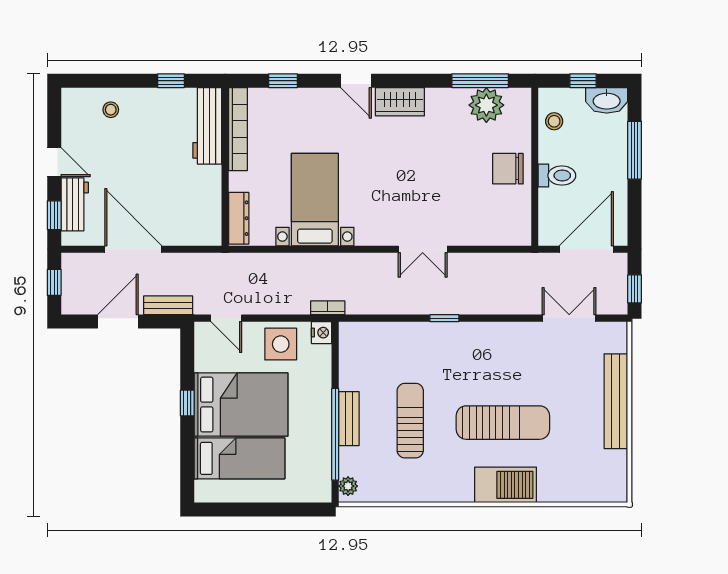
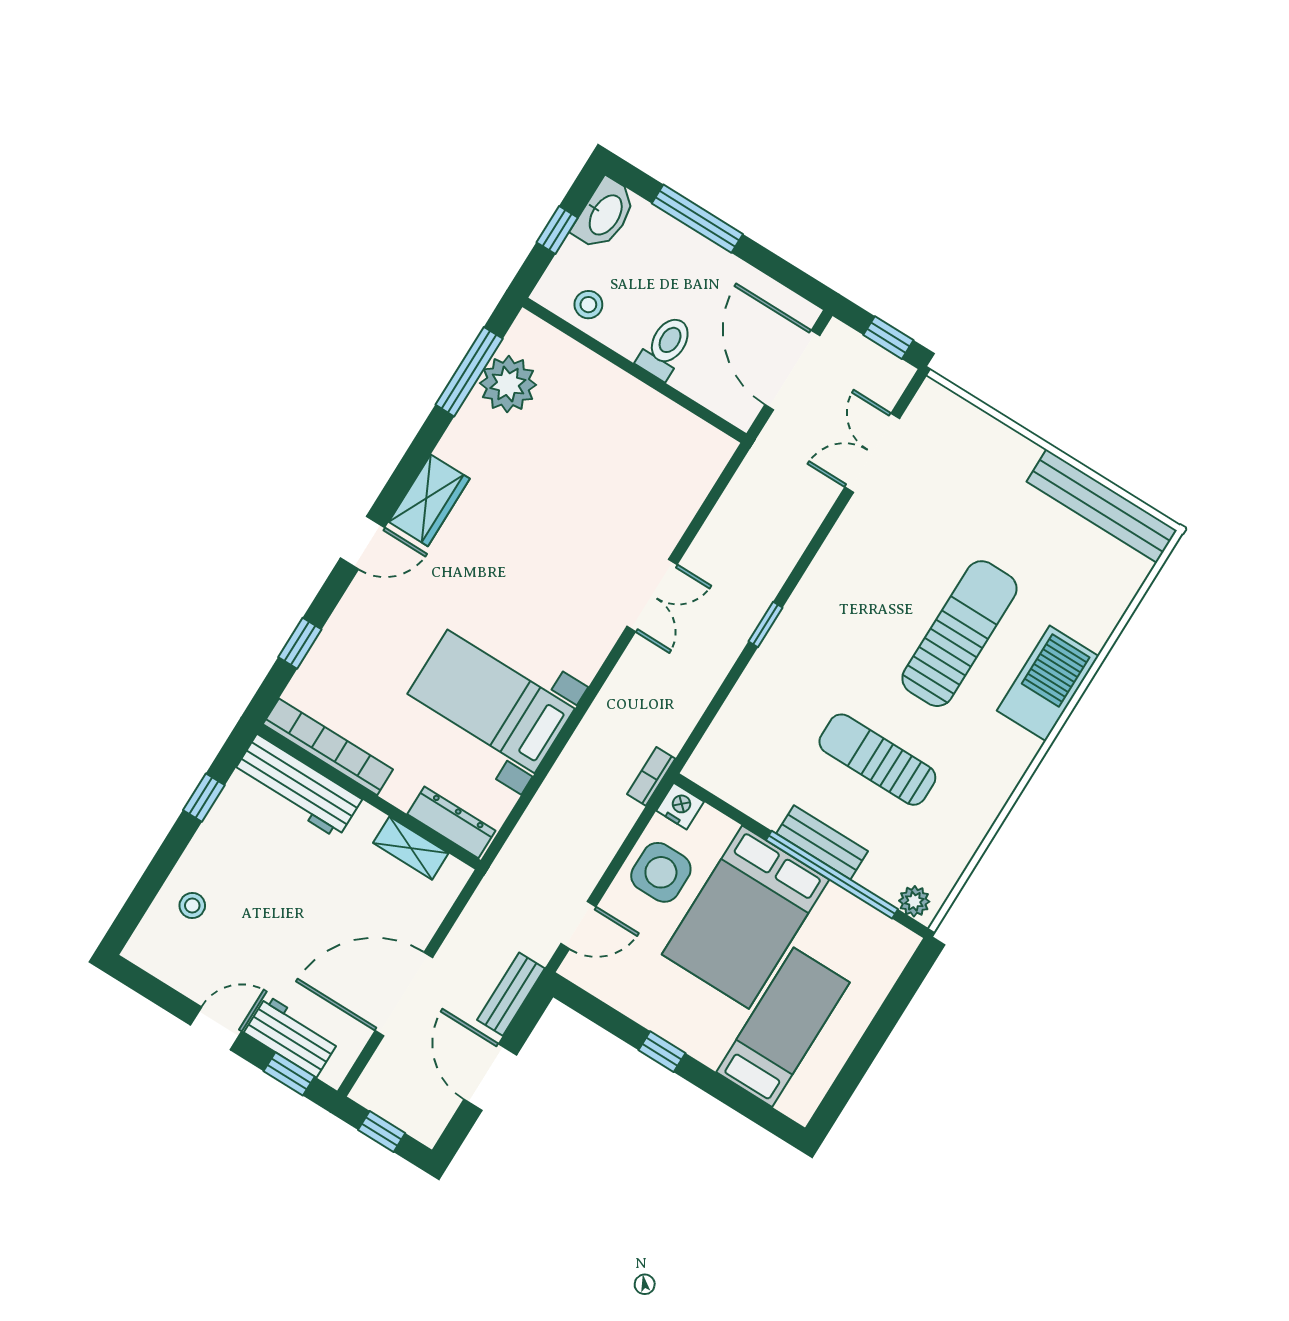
chair: (508, 169) -> (614, 409), removed
shelving: (212, 205) -> (411, 848), added
bench: (616, 401) -> (1102, 506), moved
bed: (241, 405) -> (745, 917), moved, turned 180

